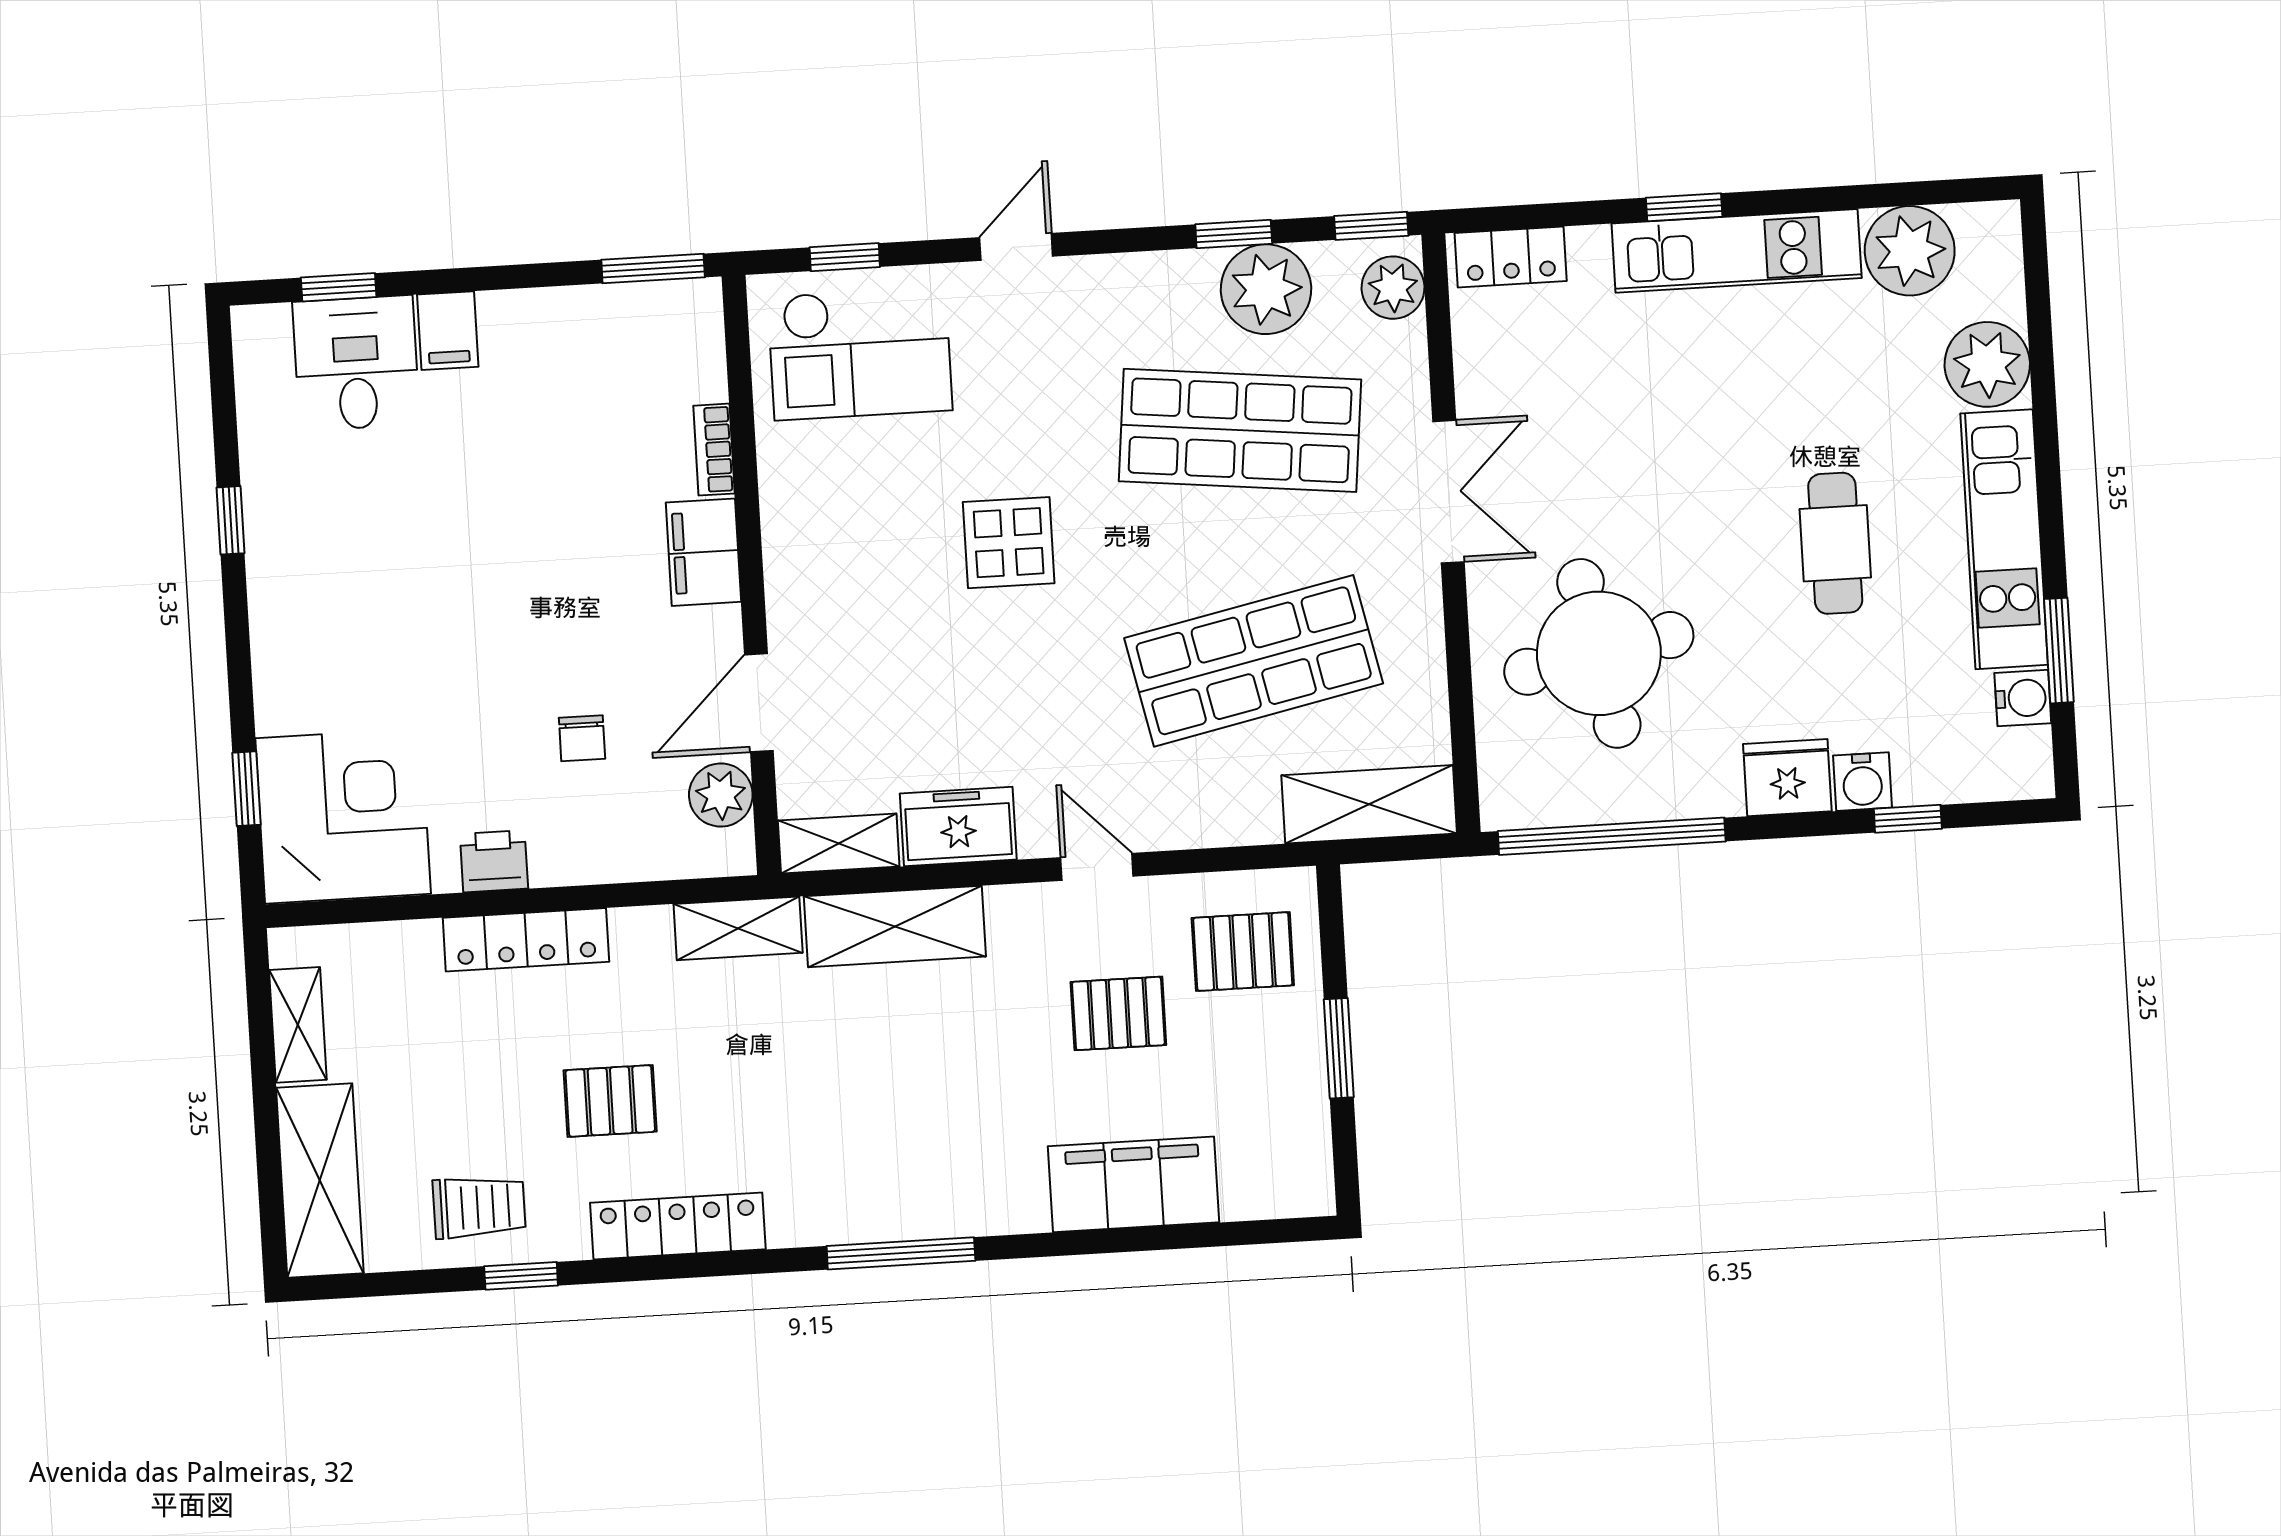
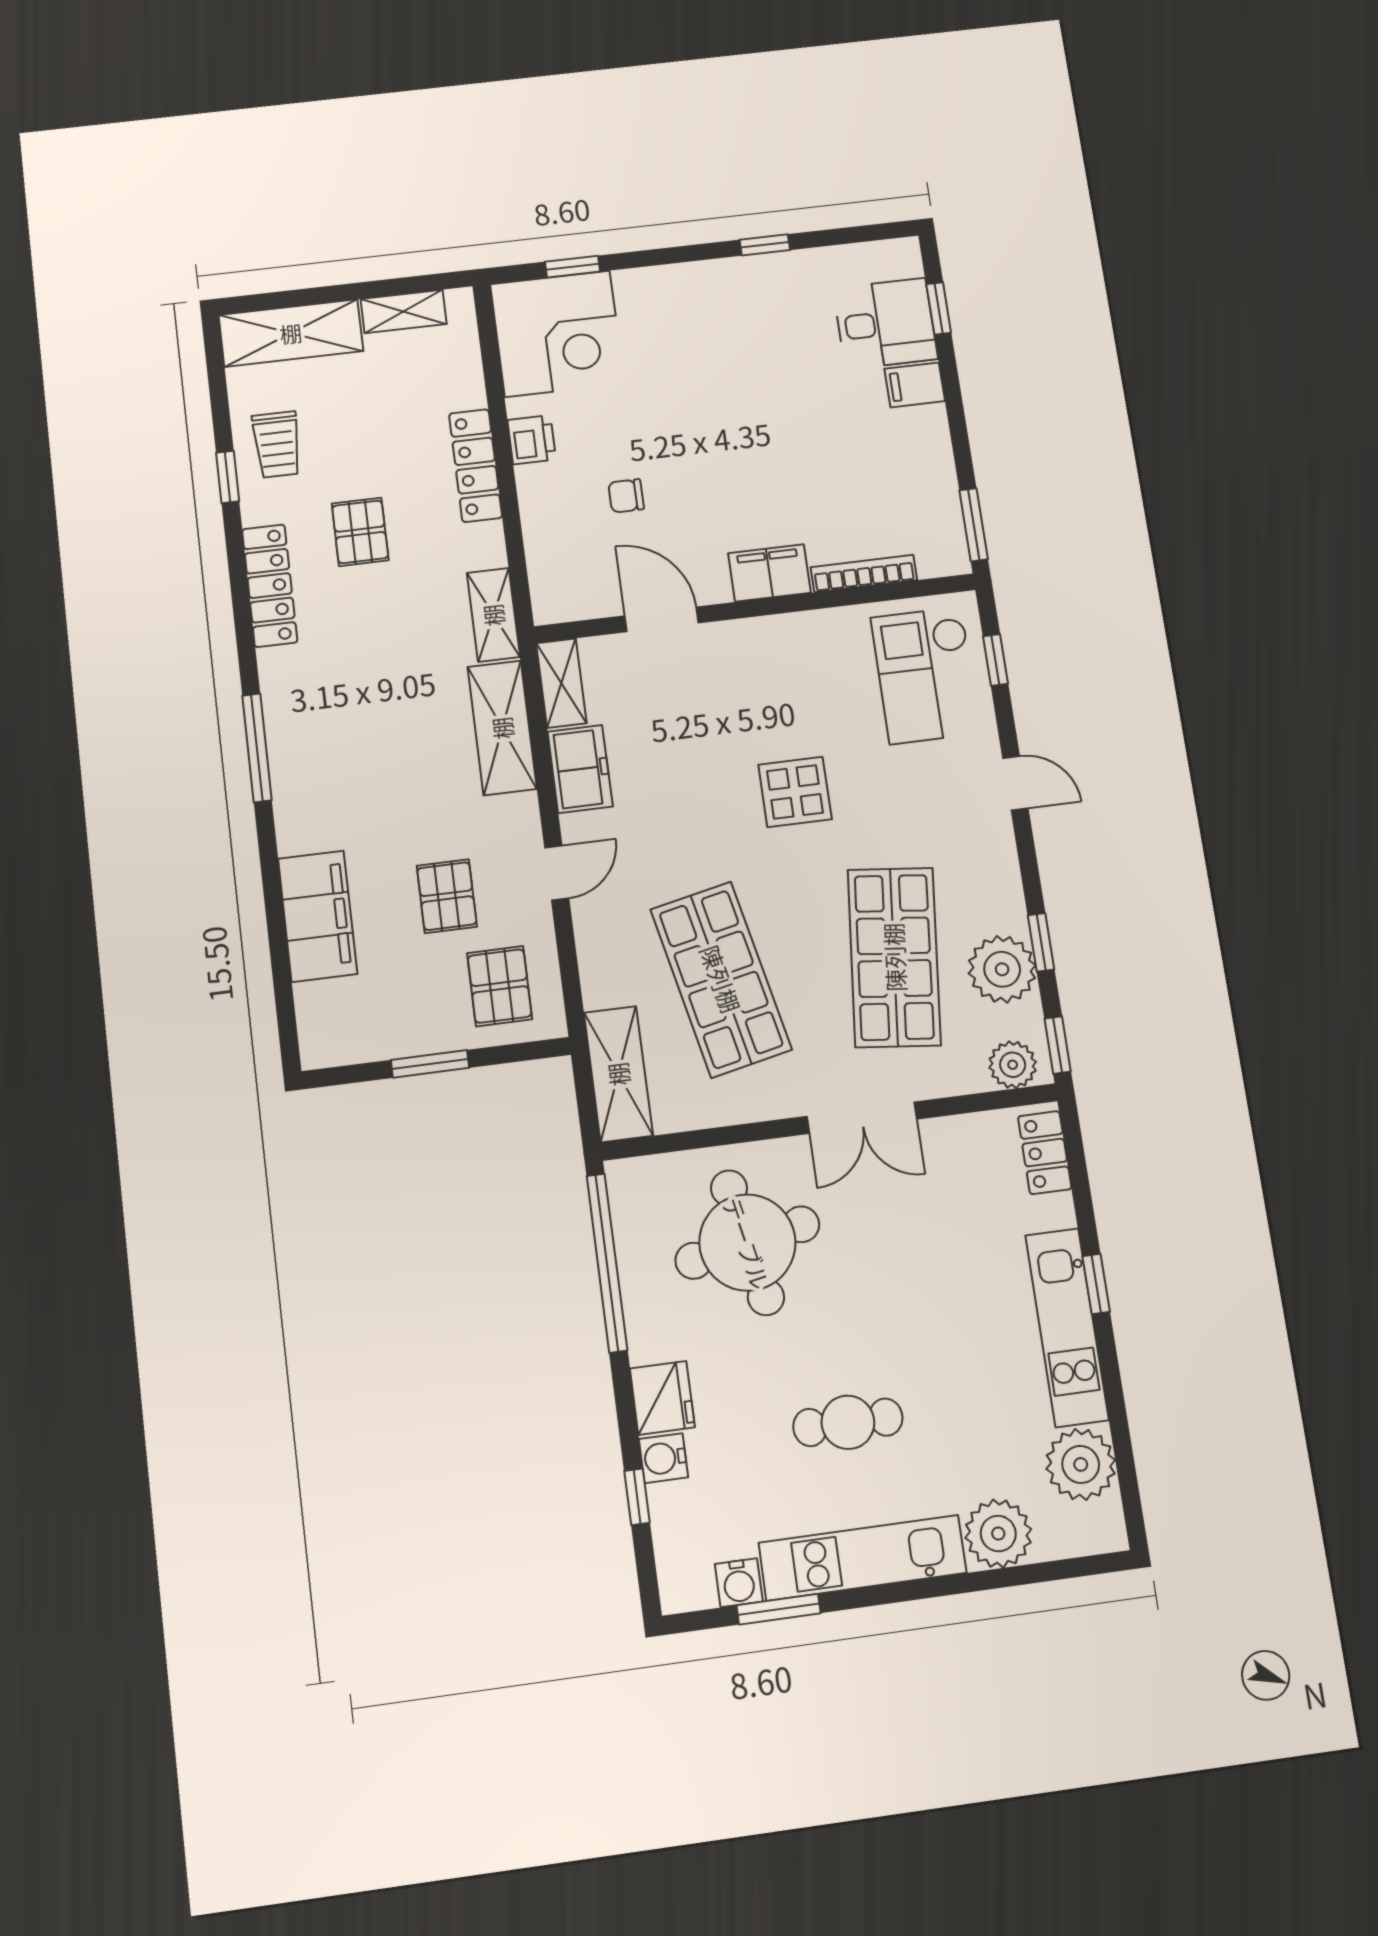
bookcase: (714, 450) -> (864, 574), width x1.56
plant: (721, 795) -> (591, 596), removed

